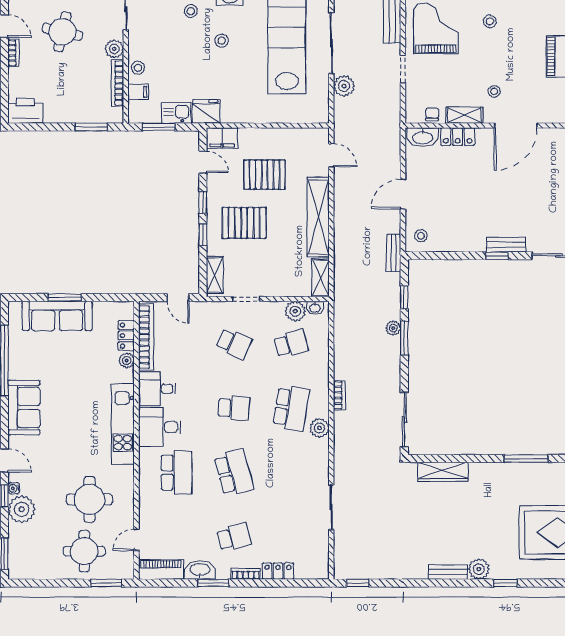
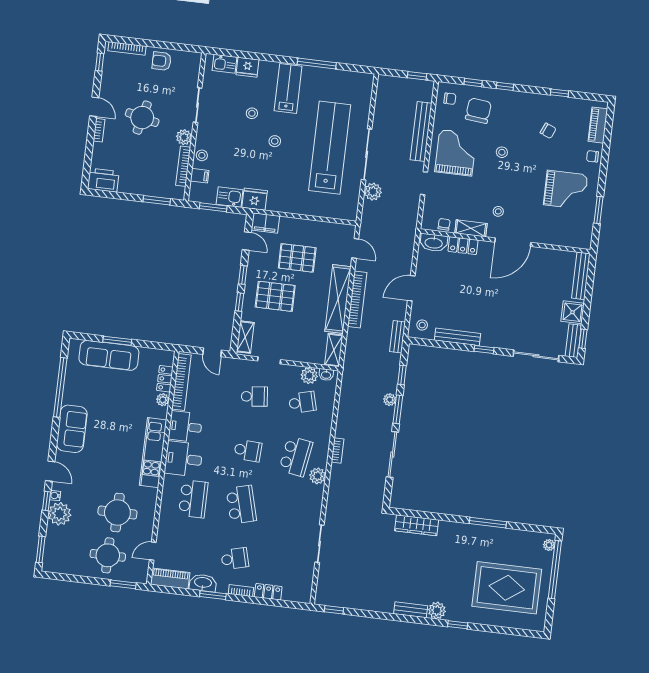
bookcase: (341, 215) -> (357, 300), added
bench: (506, 245) -> (457, 337), moved, width x1.36
school desk: (234, 344) -> (254, 396), turned -30
sliding door: (404, 419) -> (392, 454), moved

